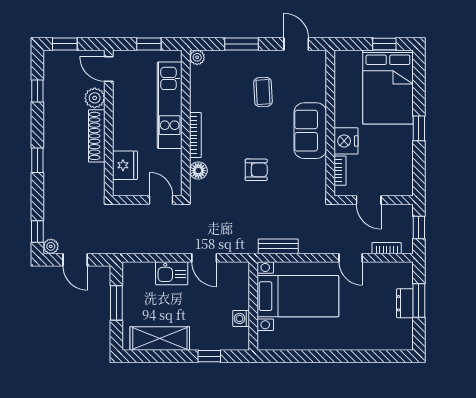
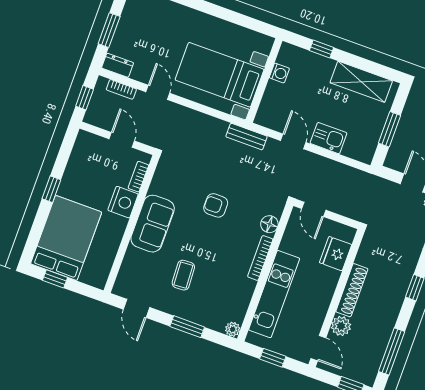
window: (37, 91) -> (392, 351), width x2.17
bench: (278, 246) -> (247, 137), moved
dresser: (405, 303) -> (118, 65), moved, turned -90

